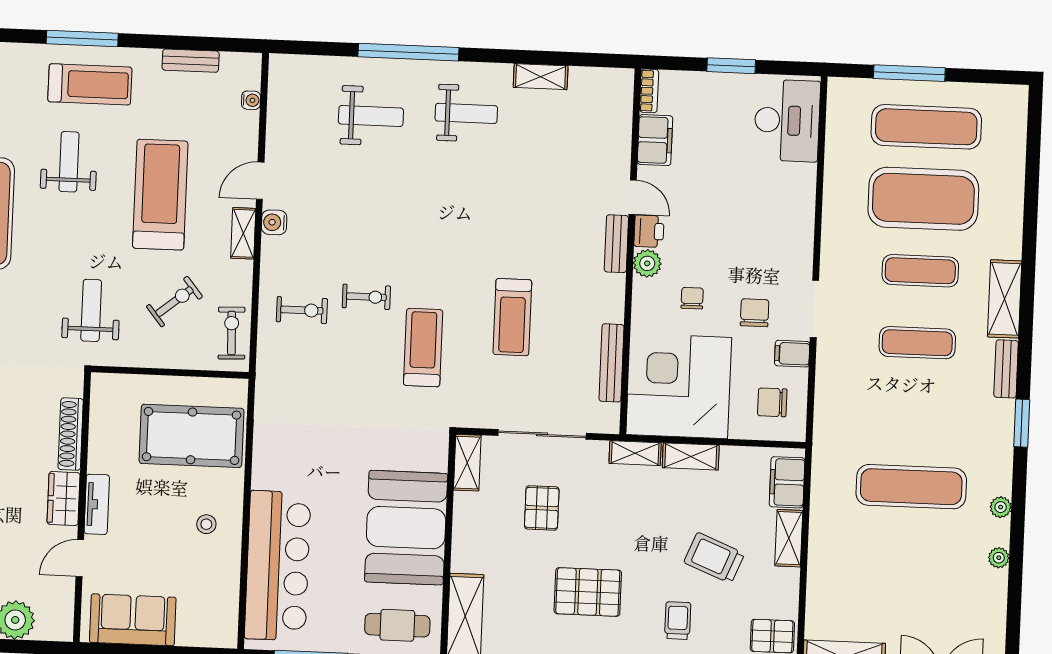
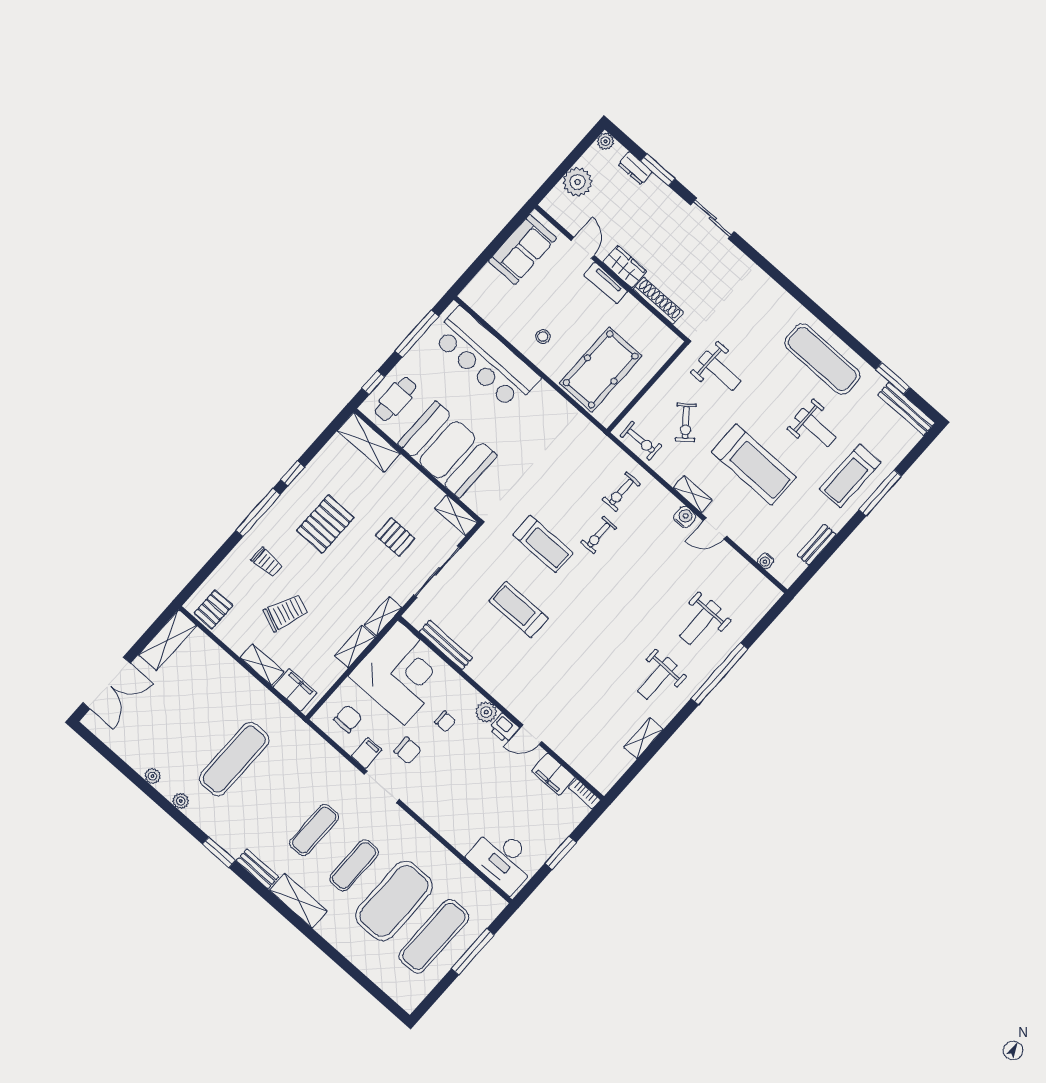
door: (260, 181) -> (715, 528), swing flipped
bench: (616, 244) -> (512, 704), removed

